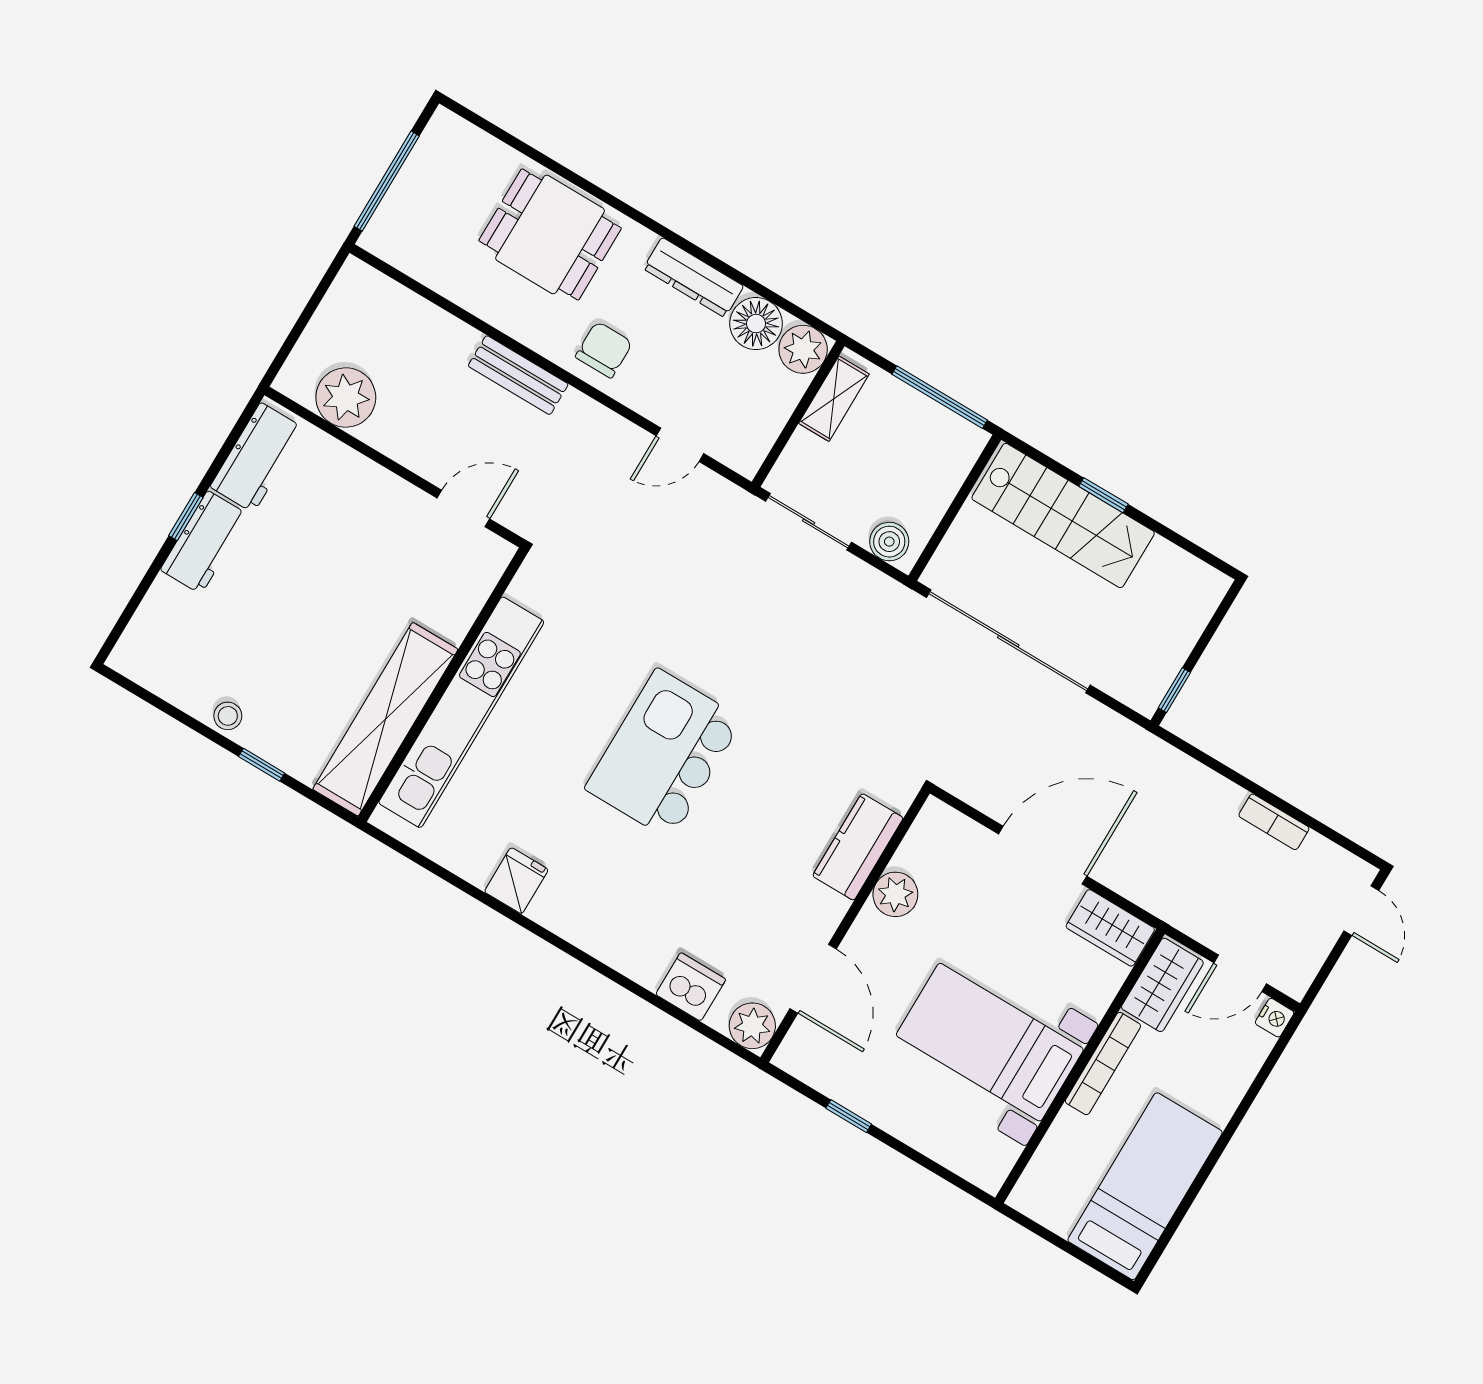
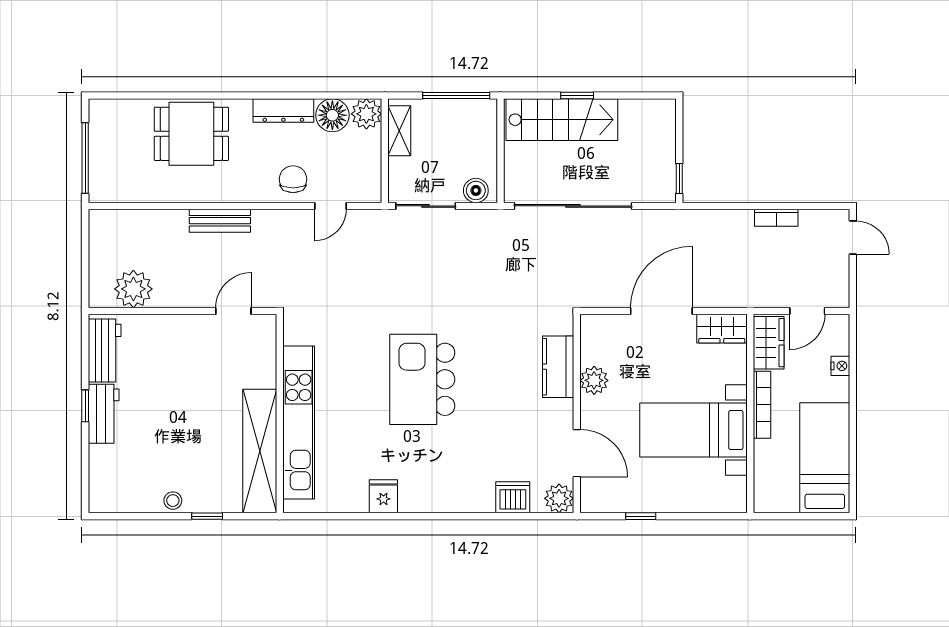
chair: (604, 350) -> (293, 179), moved
nightstand: (1275, 1018) -> (840, 366), moved

